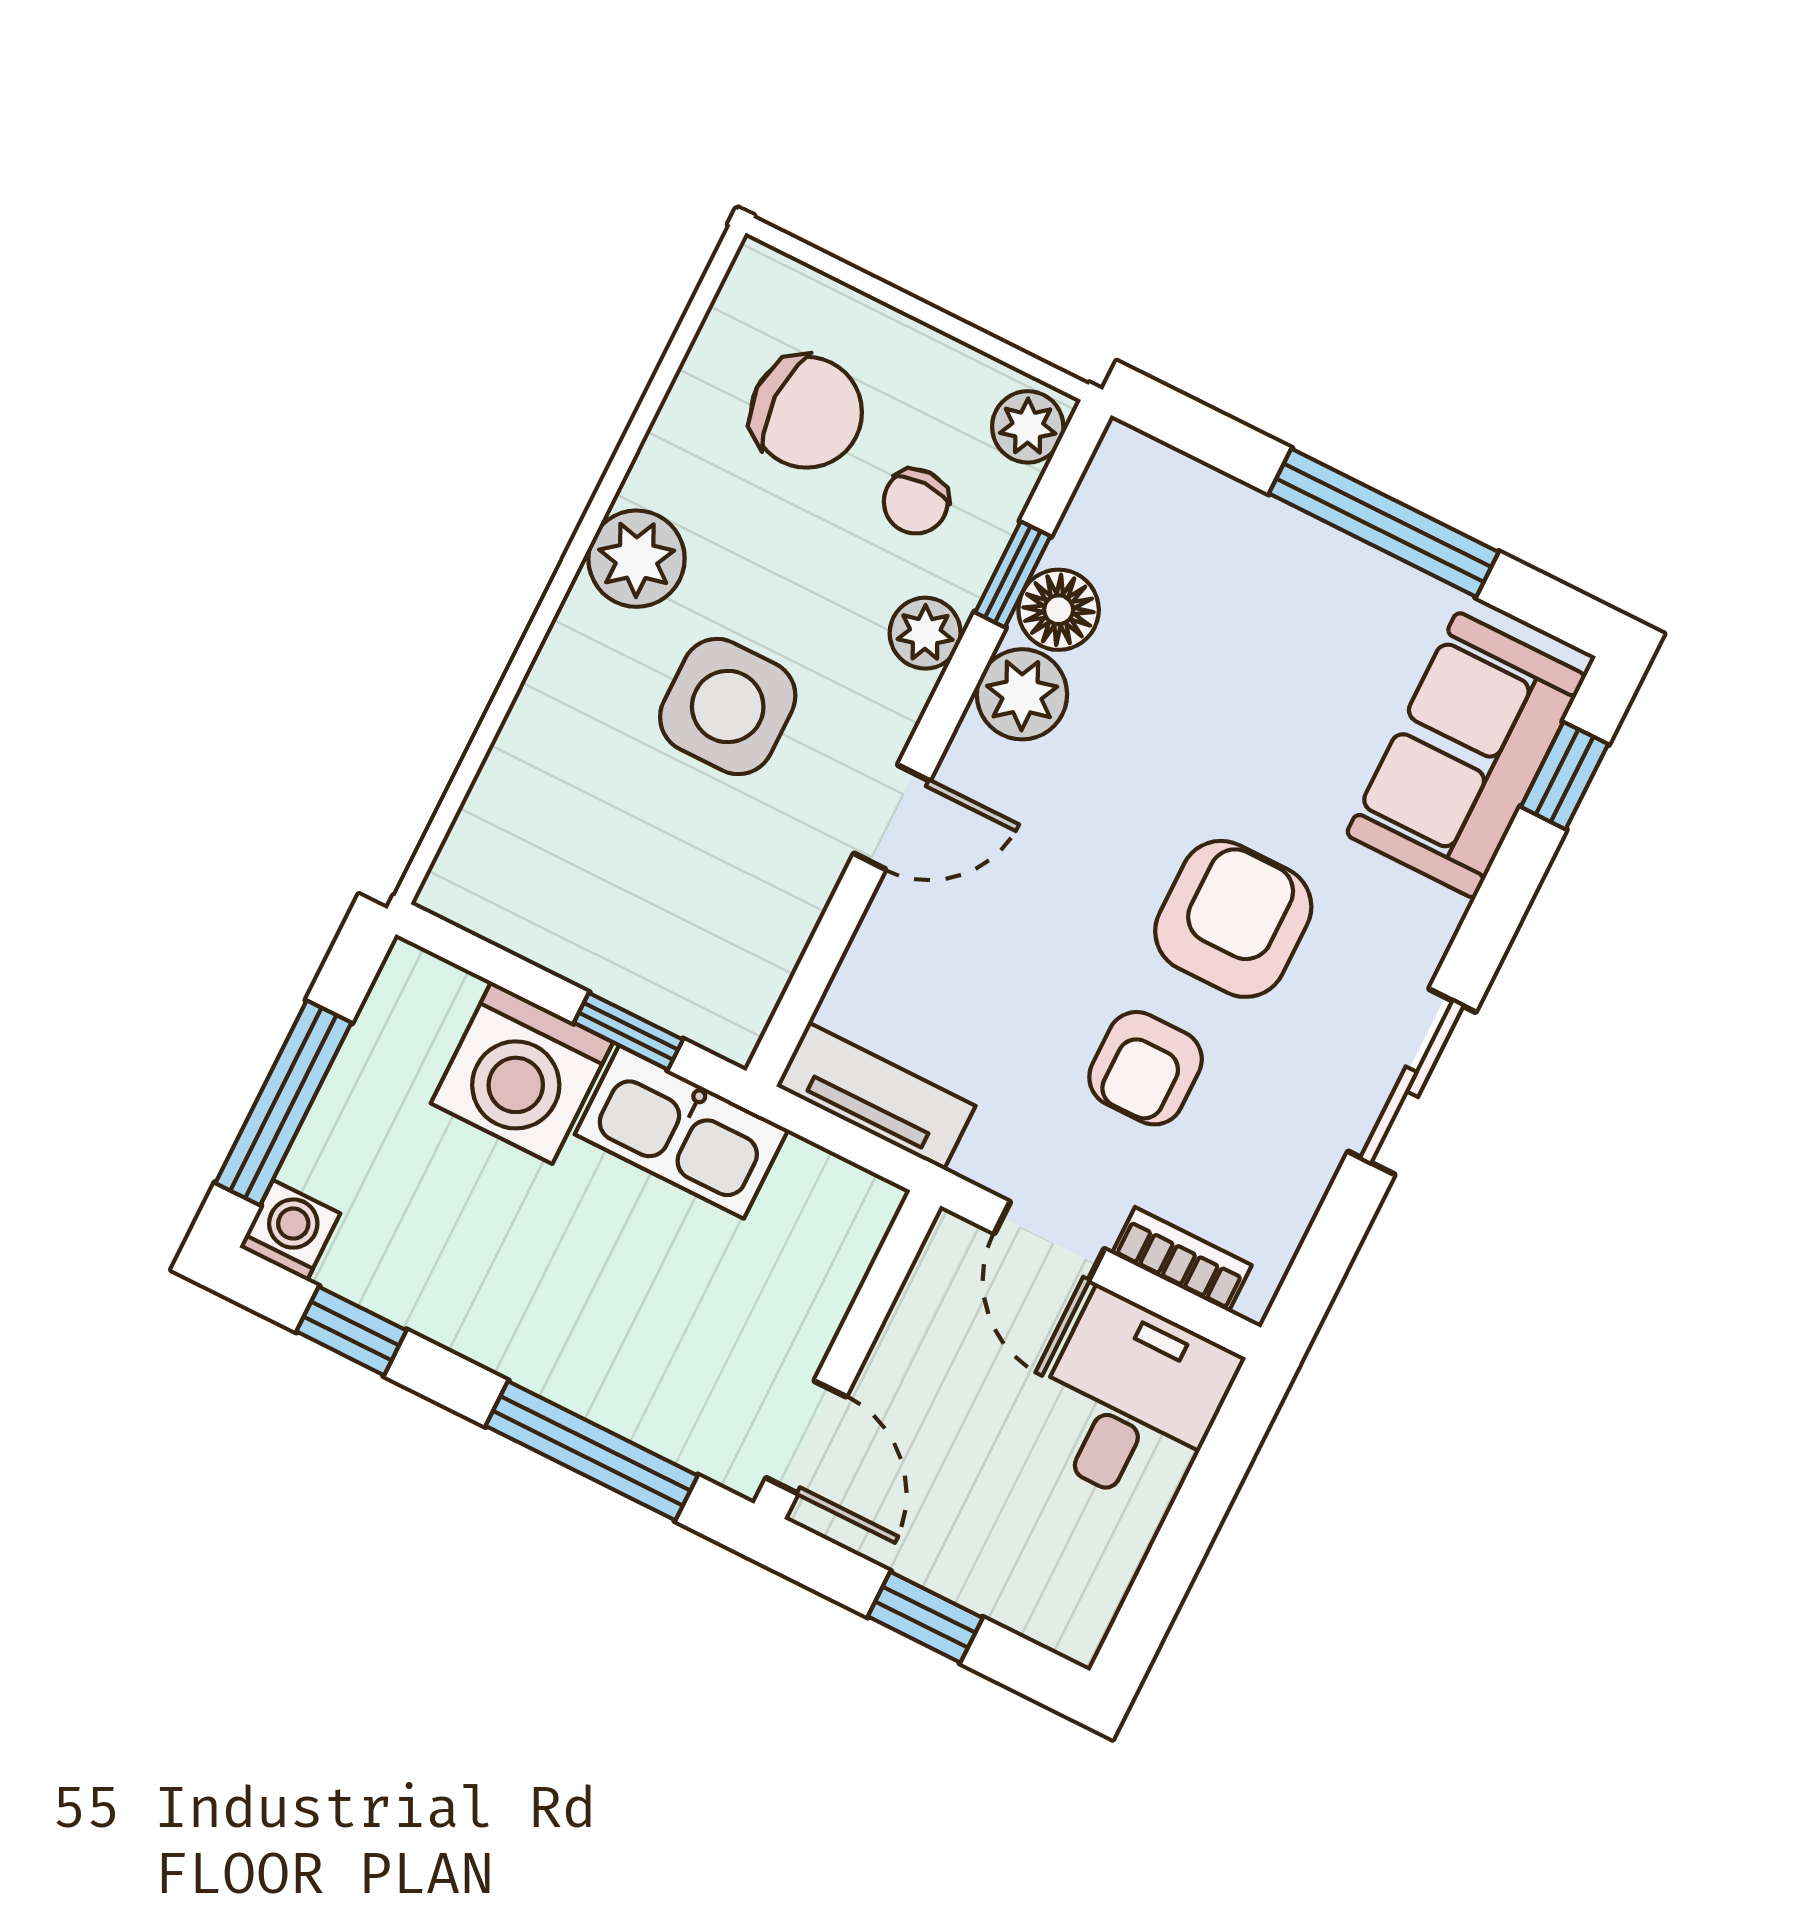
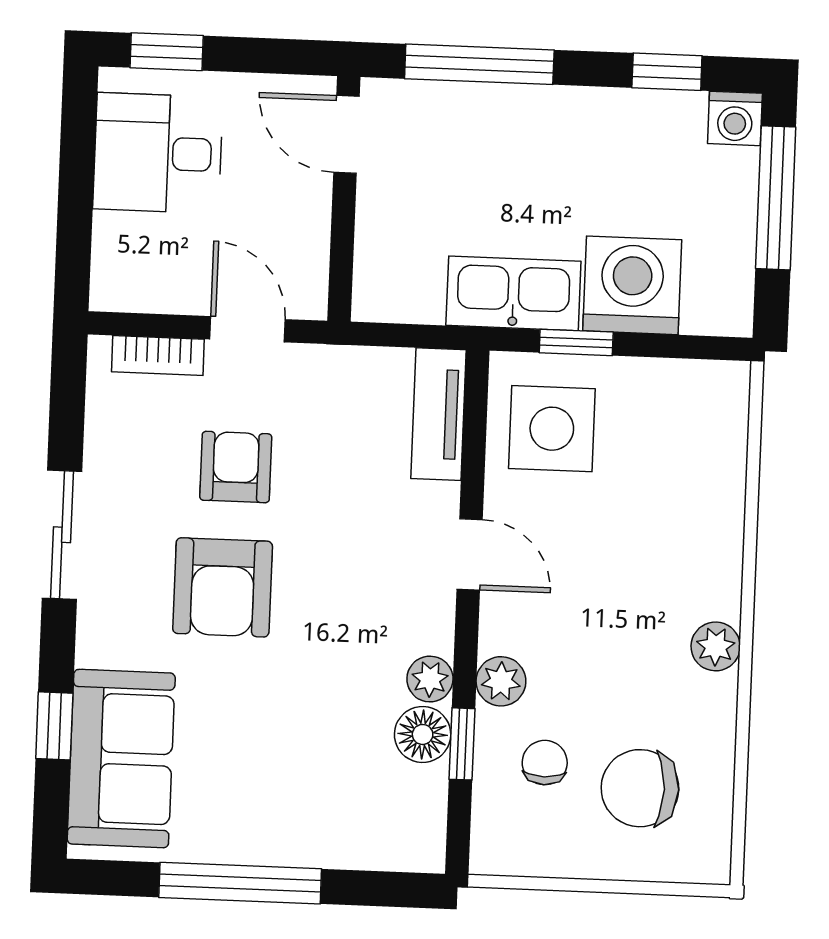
plant: (1028, 427) -> (495, 842), removed
plant: (637, 559) -> (716, 646), width x0.73, depth x0.73
plant: (1022, 694) -> (430, 679), width x0.73, depth x0.73
side table: (728, 707) -> (552, 429), moved
window: (1565, 776) -> (54, 726), moved
door: (892, 817) -> (470, 554), swing flipped
tv unit: (876, 1096) -> (439, 414), moved, turned 90
desk: (1131, 1401) -> (158, 153), moved, turned 90
window: (925, 1617) -> (167, 52), moved

